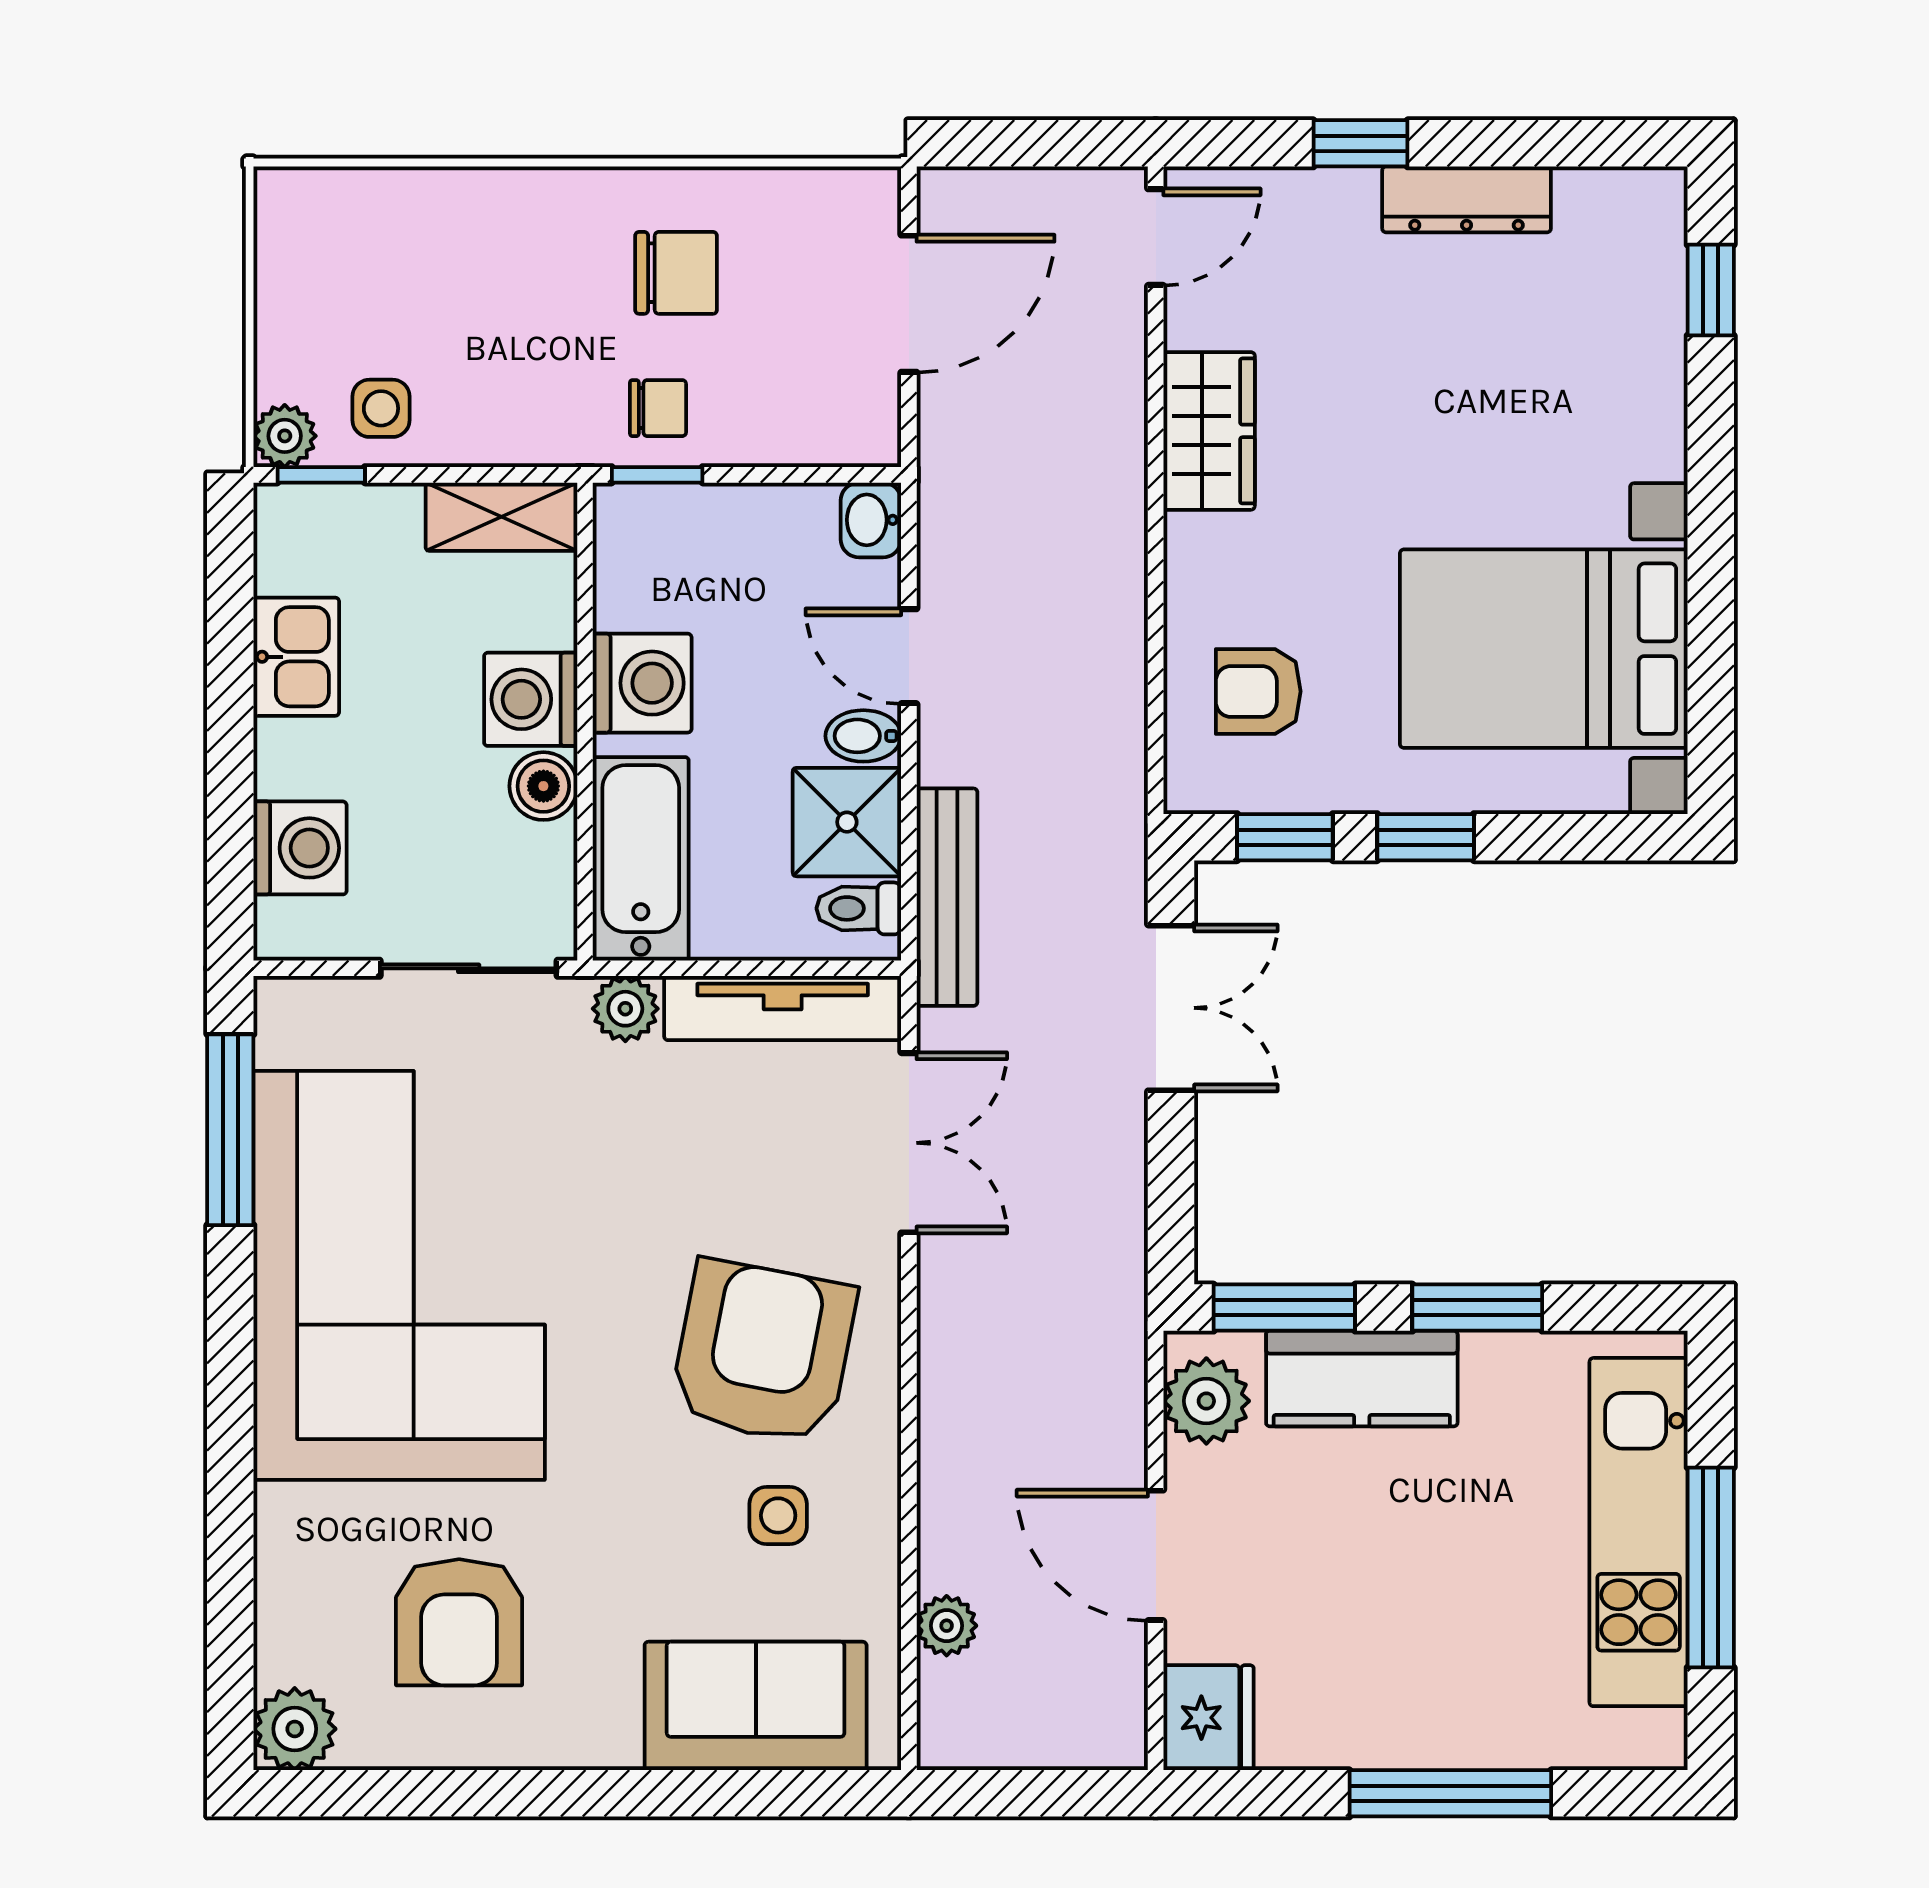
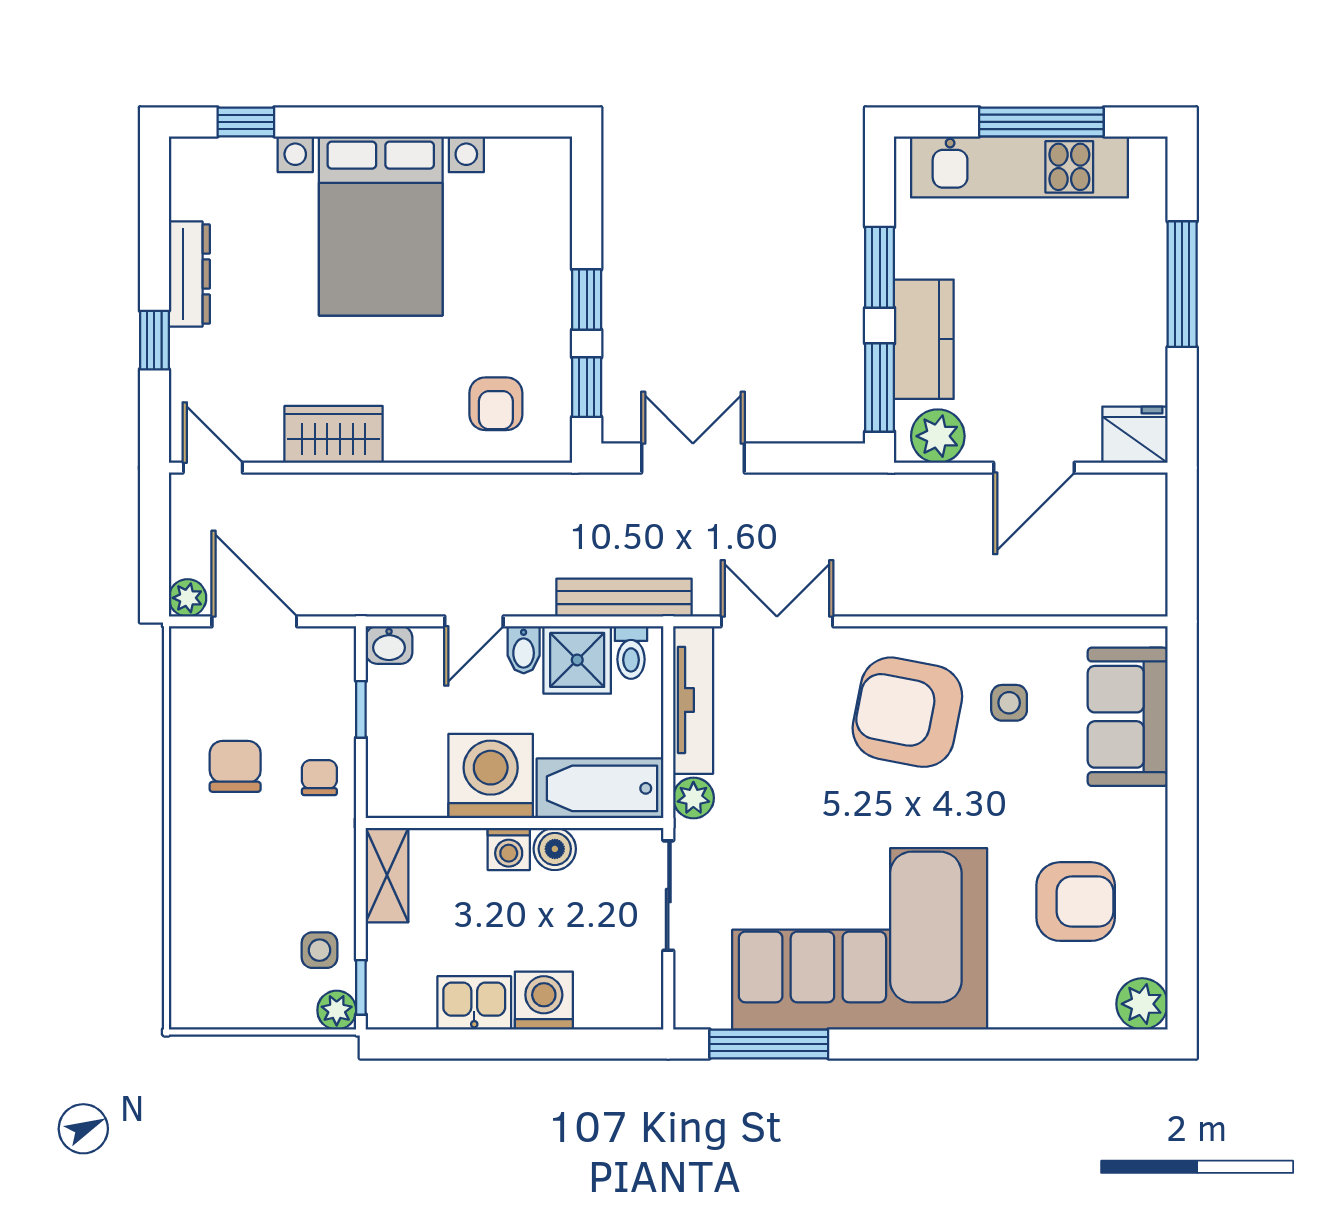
window: (657, 475) -> (361, 709), moved
bed with nightstands: (1544, 649) -> (381, 226), moved
washing machine: (642, 683) -> (491, 776), width x1.37, depth x1.37
washing machine: (531, 699) -> (509, 849), width x0.73, depth x0.73
washing machine: (300, 848) -> (544, 1001), moved
plant: (947, 1626) -> (188, 598), moved

